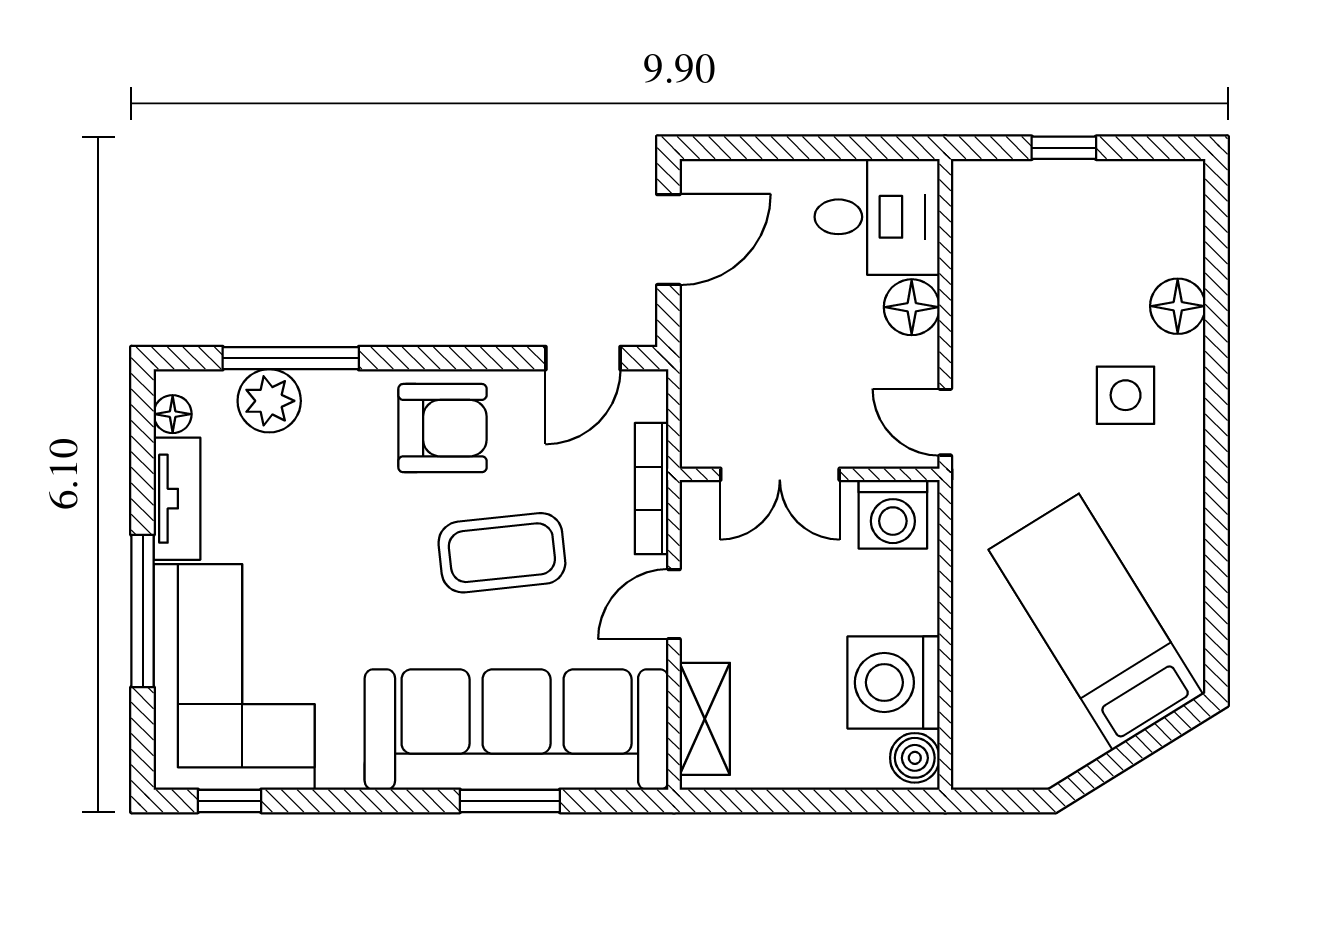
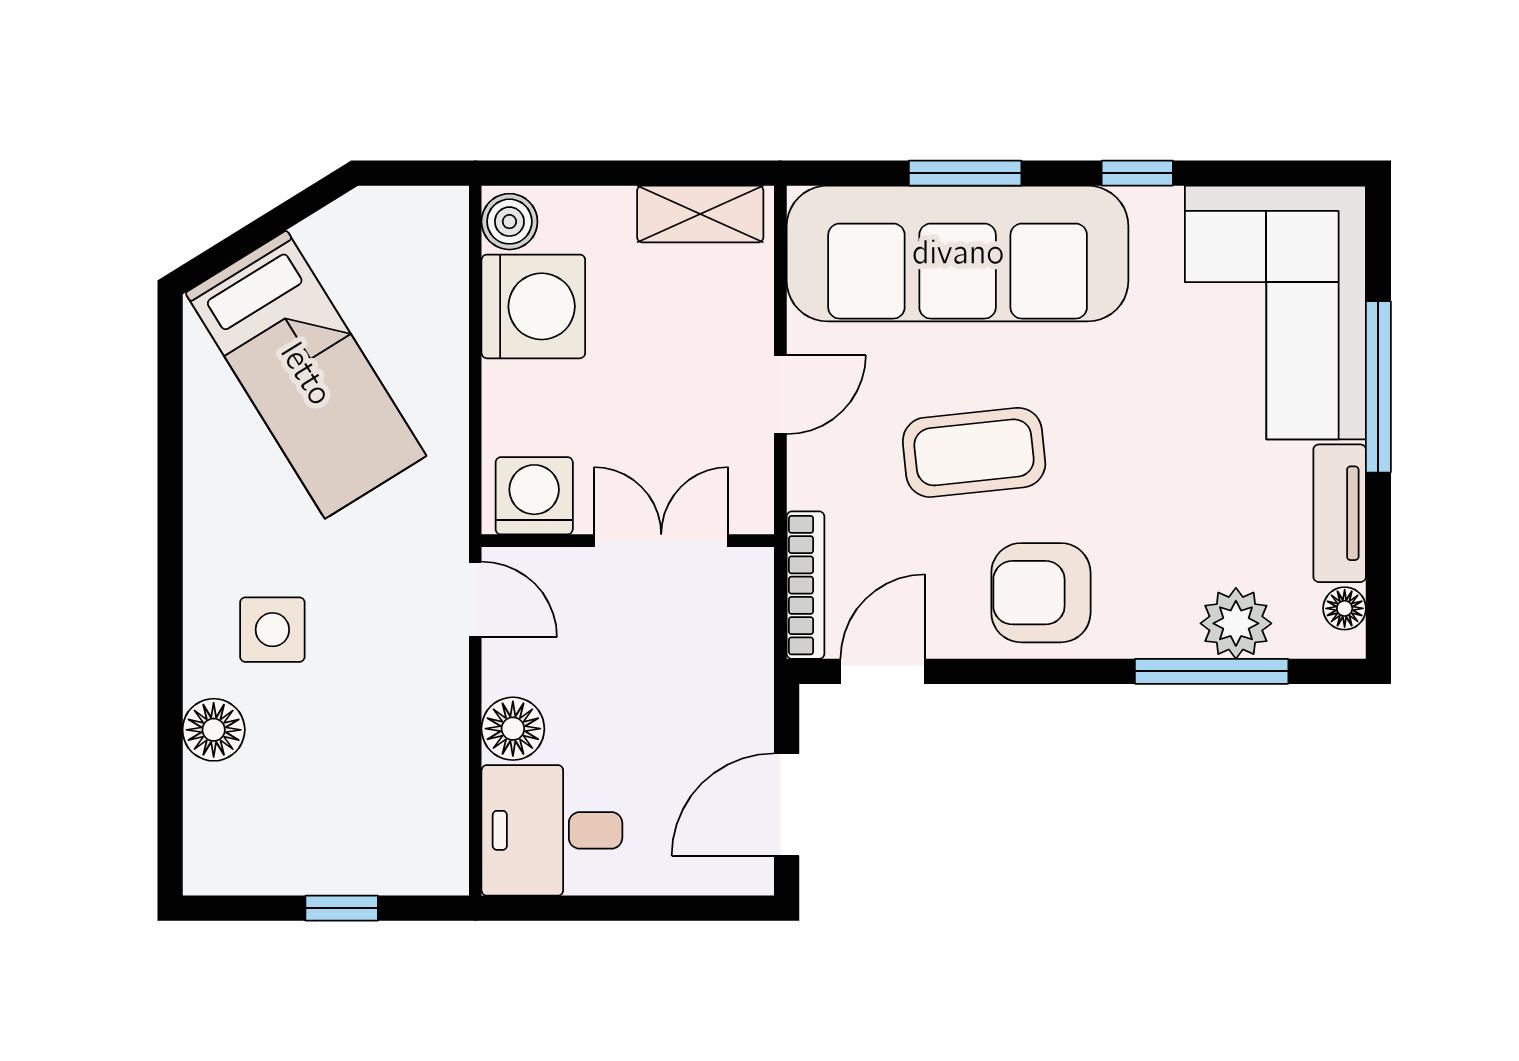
bookcase: (652, 489) -> (806, 585), moved
shelving: (705, 719) -> (700, 214), moved, turned 90
window: (230, 801) -> (1137, 173), moved

